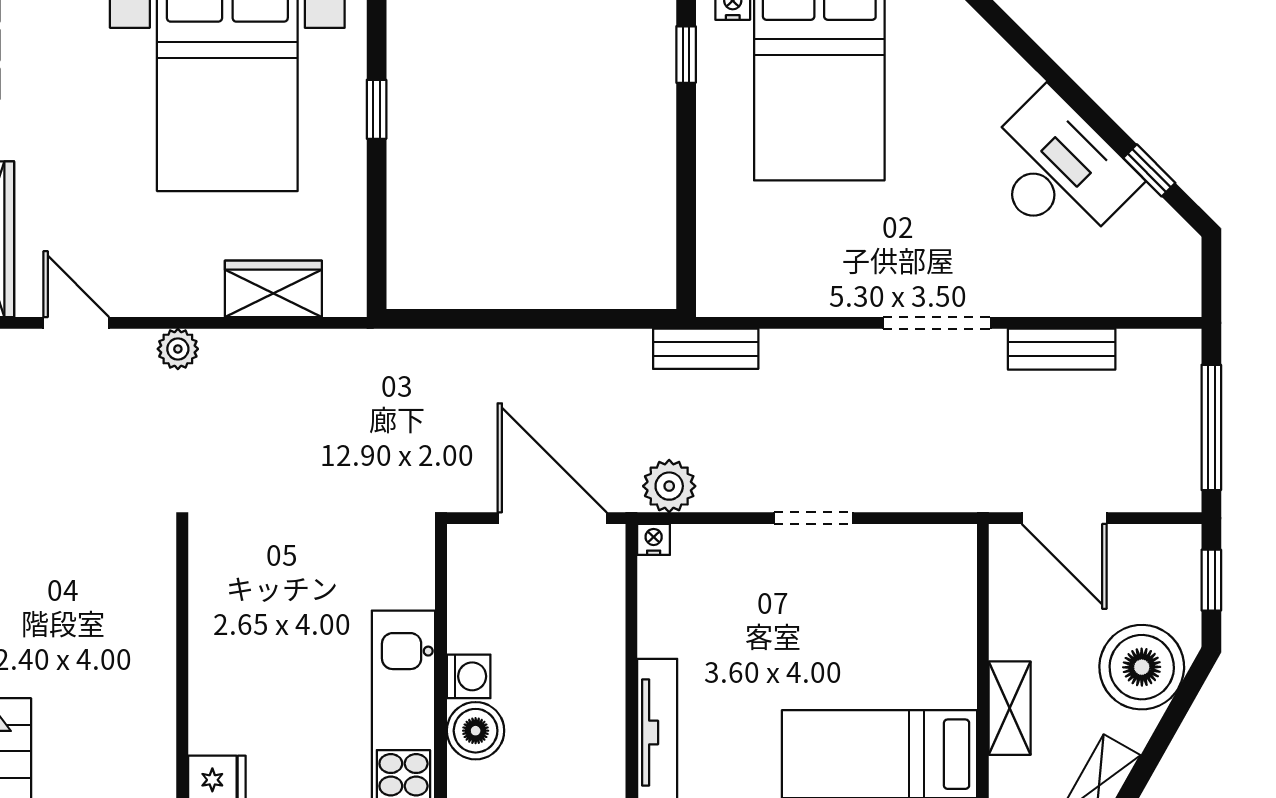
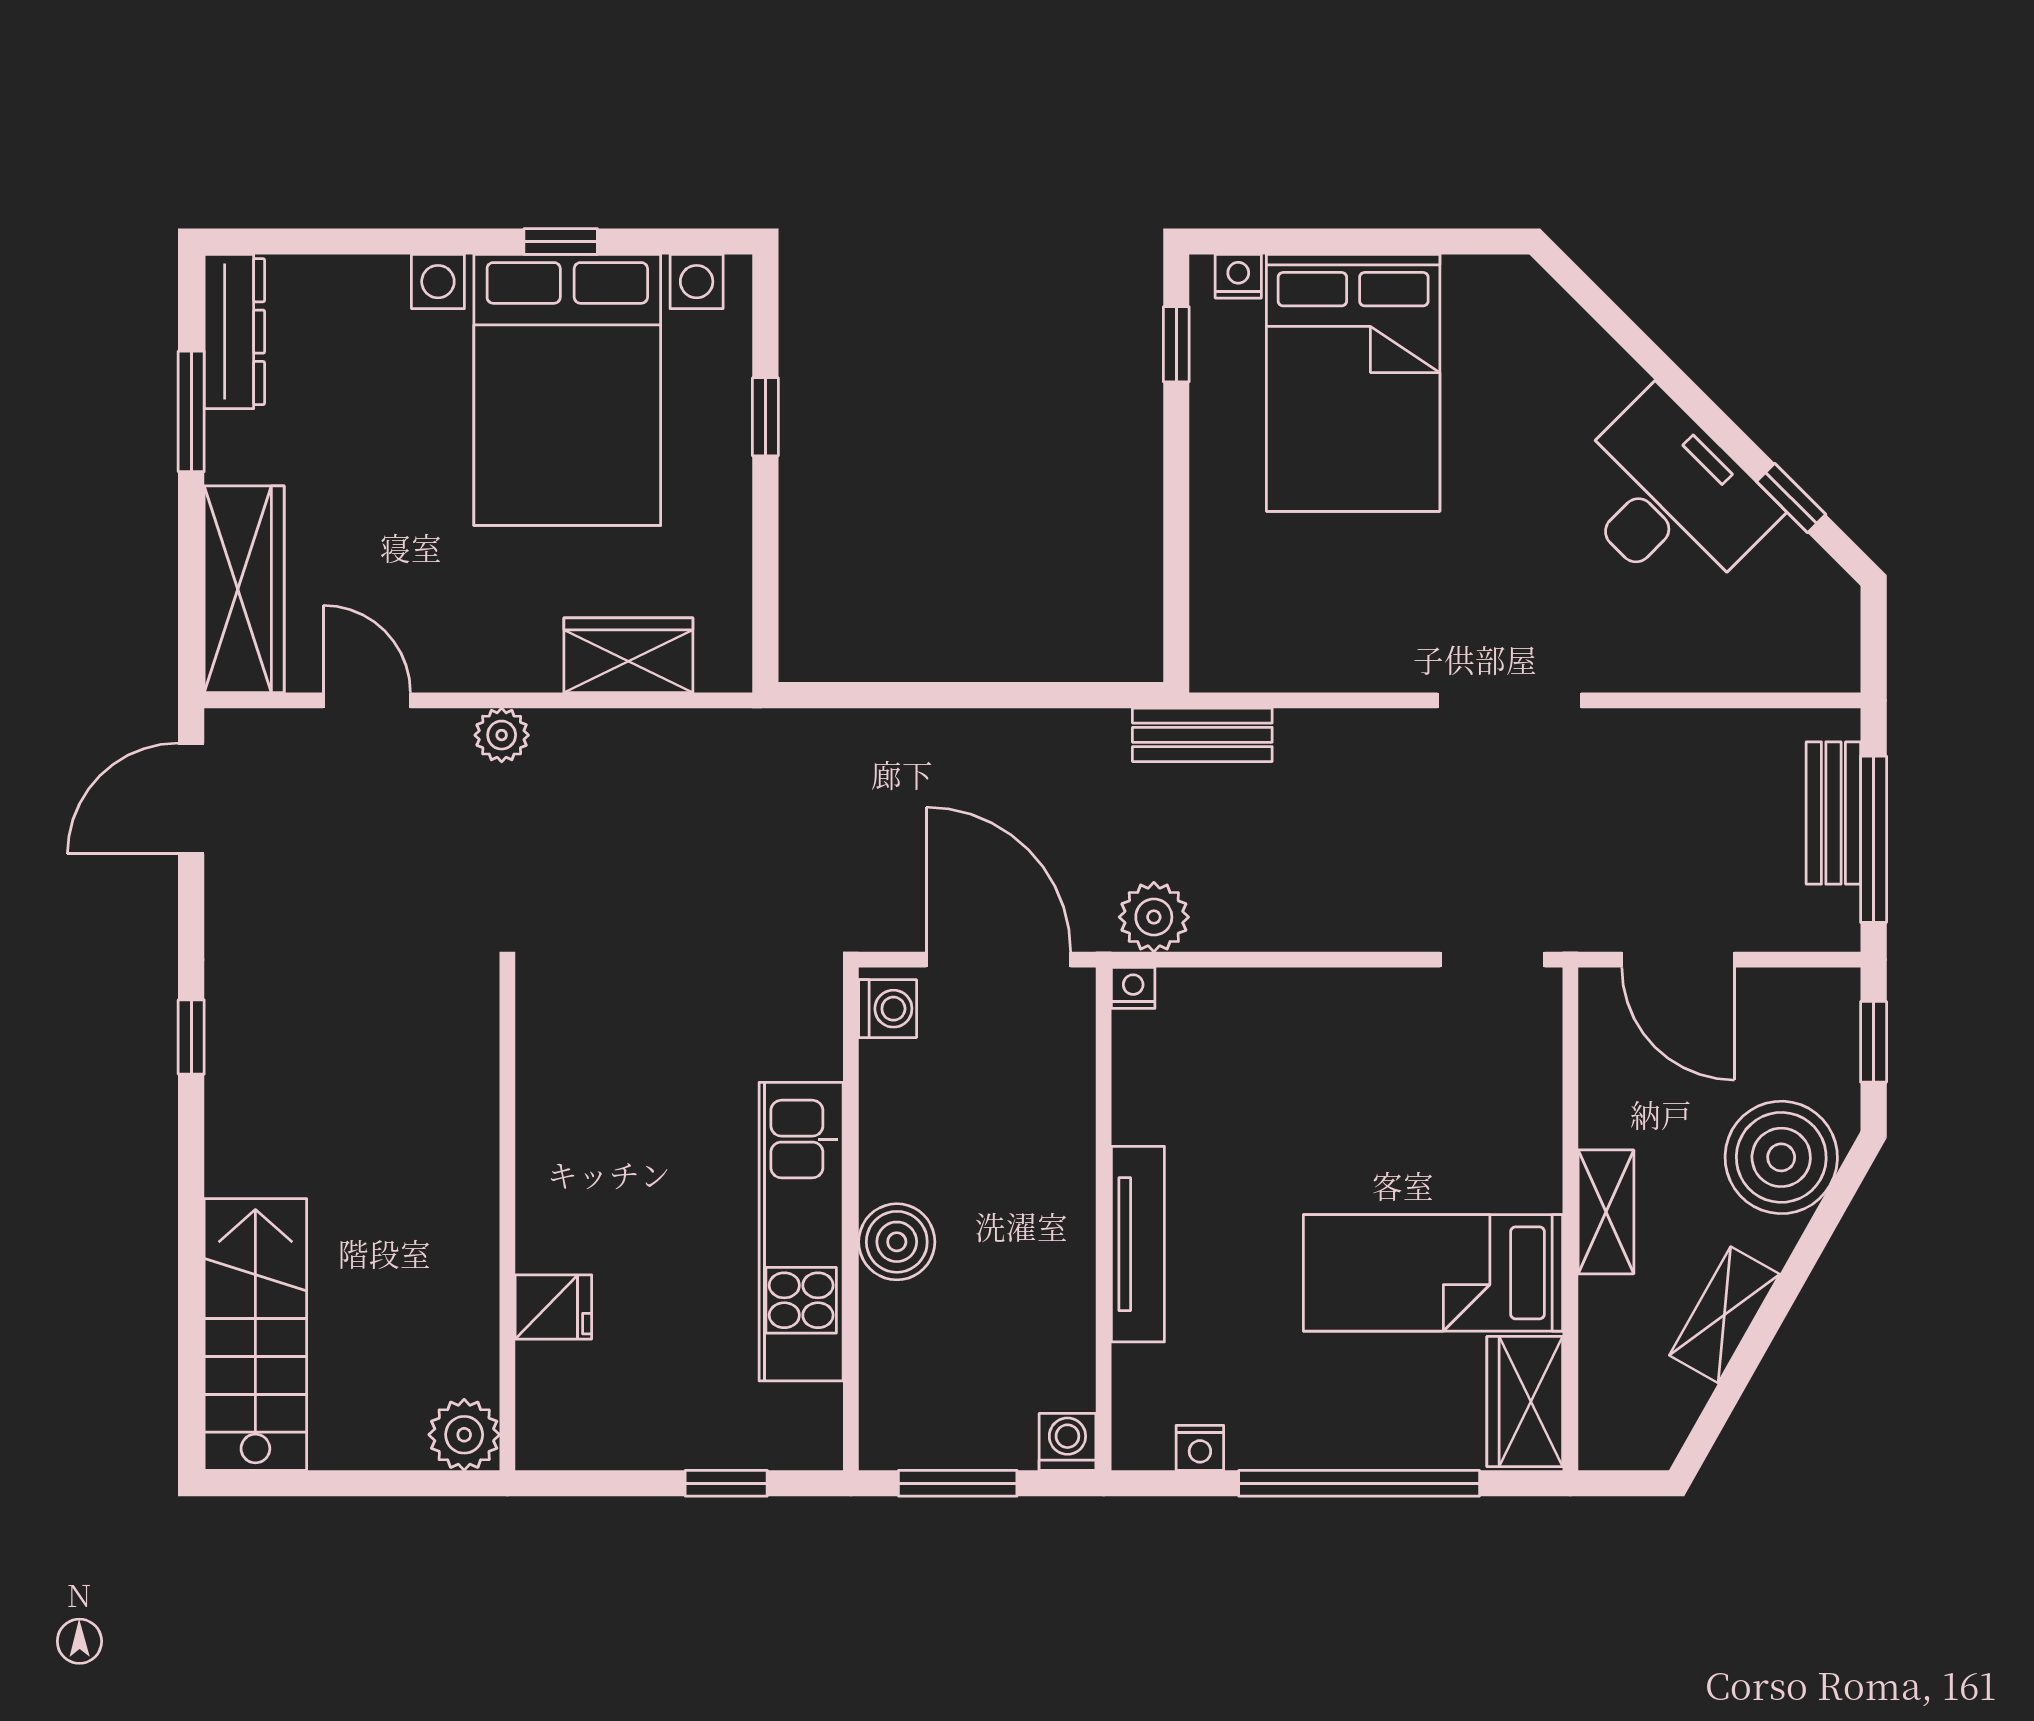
bench: (1062, 349) -> (1833, 813), moved, turned 90
doorway: (813, 518) -> (1492, 960), moved
washing machine: (469, 676) -> (888, 1009), moved

